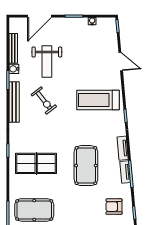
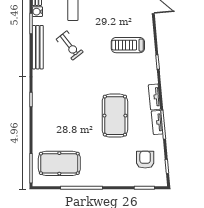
treadmill: (98, 100) -> (128, 45), width x0.73, depth x0.73
table tennis table: (36, 163) -> (61, 113), removed
armchair: (114, 207) -> (145, 160), turned 90

